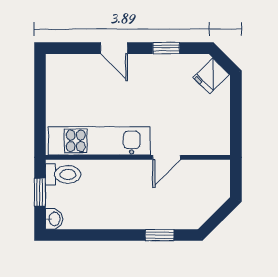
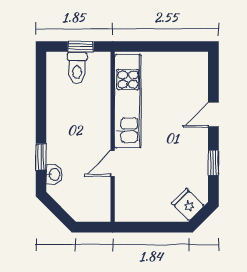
door: (167, 157) -> (113, 163), hinge flipped
toilet: (63, 174) -> (77, 68), moved
washbasin: (54, 219) -> (54, 174), moved, turned -90

